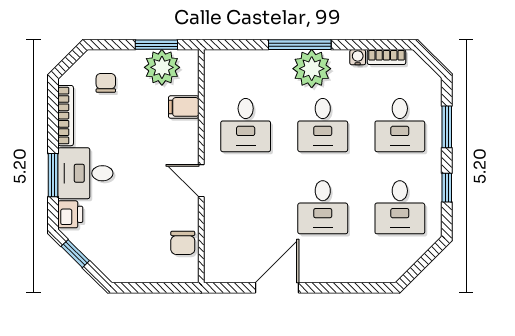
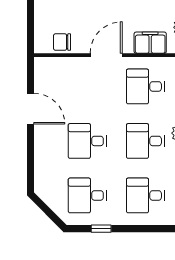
filing cabinet: (184, 107) -> (150, 43), width x2.00
window: (447, 127) -> (144, 229), removed
door: (201, 181) -> (106, 55), width x1.38

